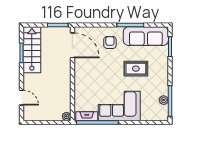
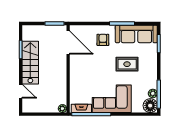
stairs: (32, 50) -> (30, 63), moved
floor lamp: (161, 113) -> (150, 106), added

